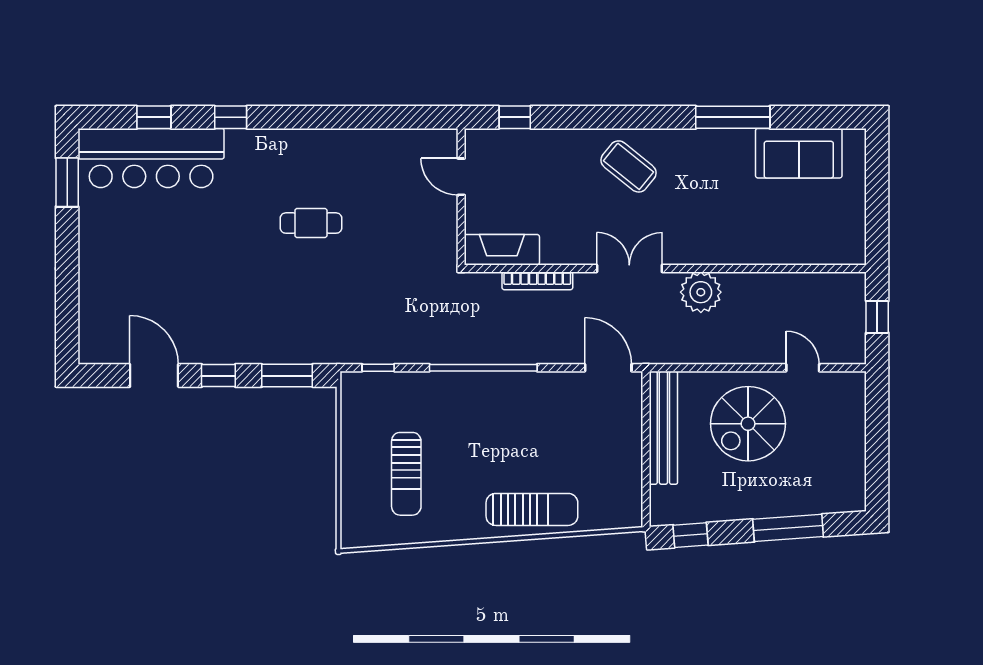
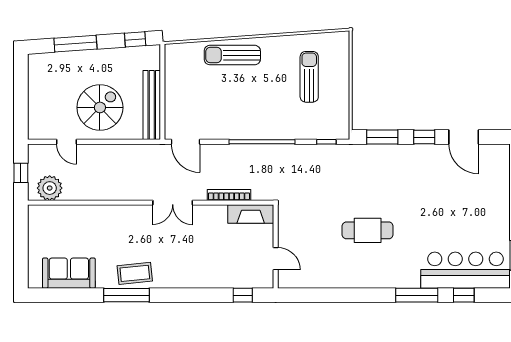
window: (231, 117) -> (417, 295), width x2.17
window: (733, 117) -> (126, 295), moved
coffee table: (629, 166) -> (135, 273), moved, turned -45
cafe table: (311, 223) -> (368, 230), width x1.37, depth x1.35
plant: (701, 292) -> (50, 188), moved

